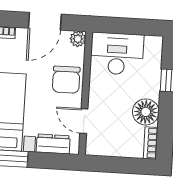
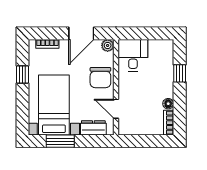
desk: (117, 54) -> (133, 55), width x0.73
floor lamp: (146, 112) -> (168, 104), width x0.53, depth x0.53

